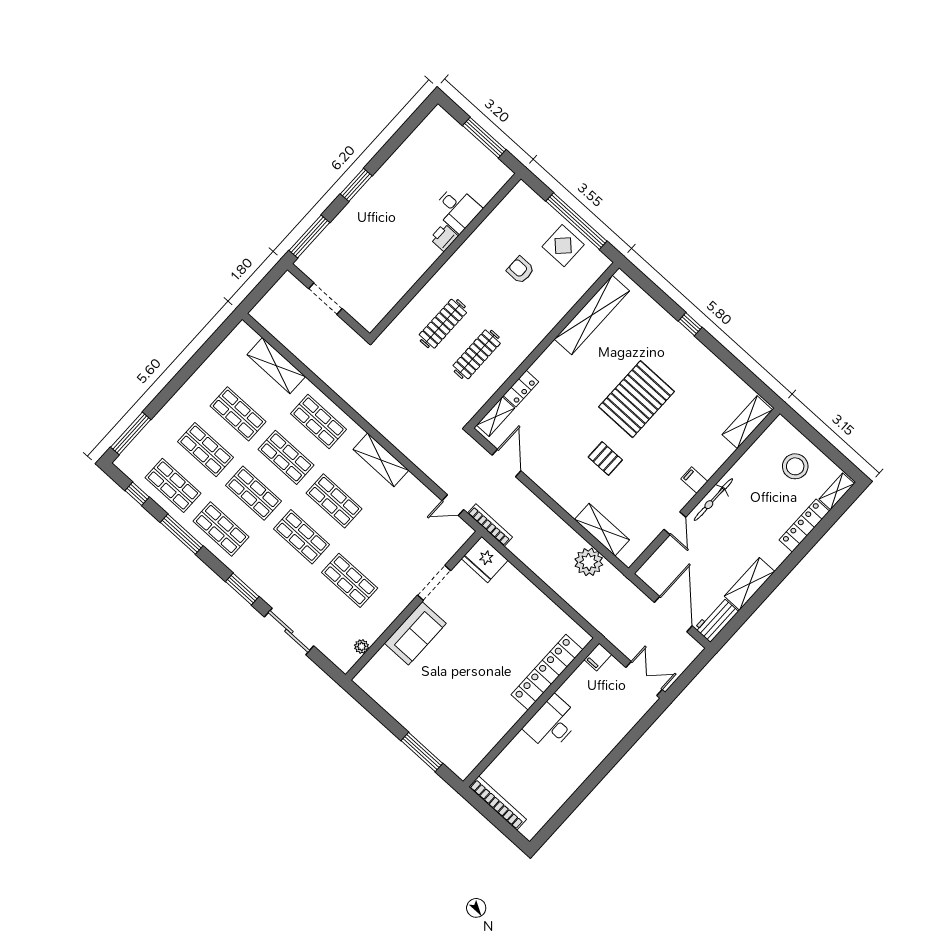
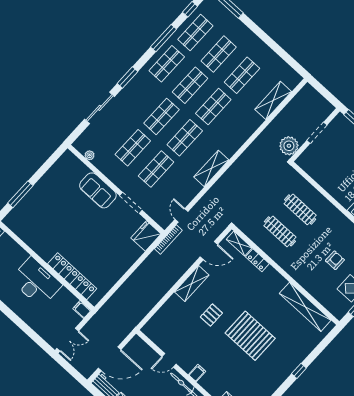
shop shelf: (318, 422) -> (156, 169), moved
shelving: (602, 530) -> (192, 283), moved
plant: (589, 562) -> (289, 146), moved
desk: (552, 724) -> (36, 282), width x1.36, depth x1.30

